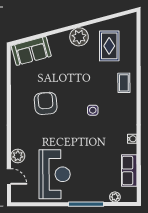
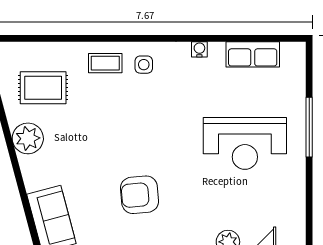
side table: (93, 110) -> (144, 65), moved
reception desk: (55, 174) -> (245, 143), moved, turned 180
plant: (115, 197) -> (297, 79), removed

